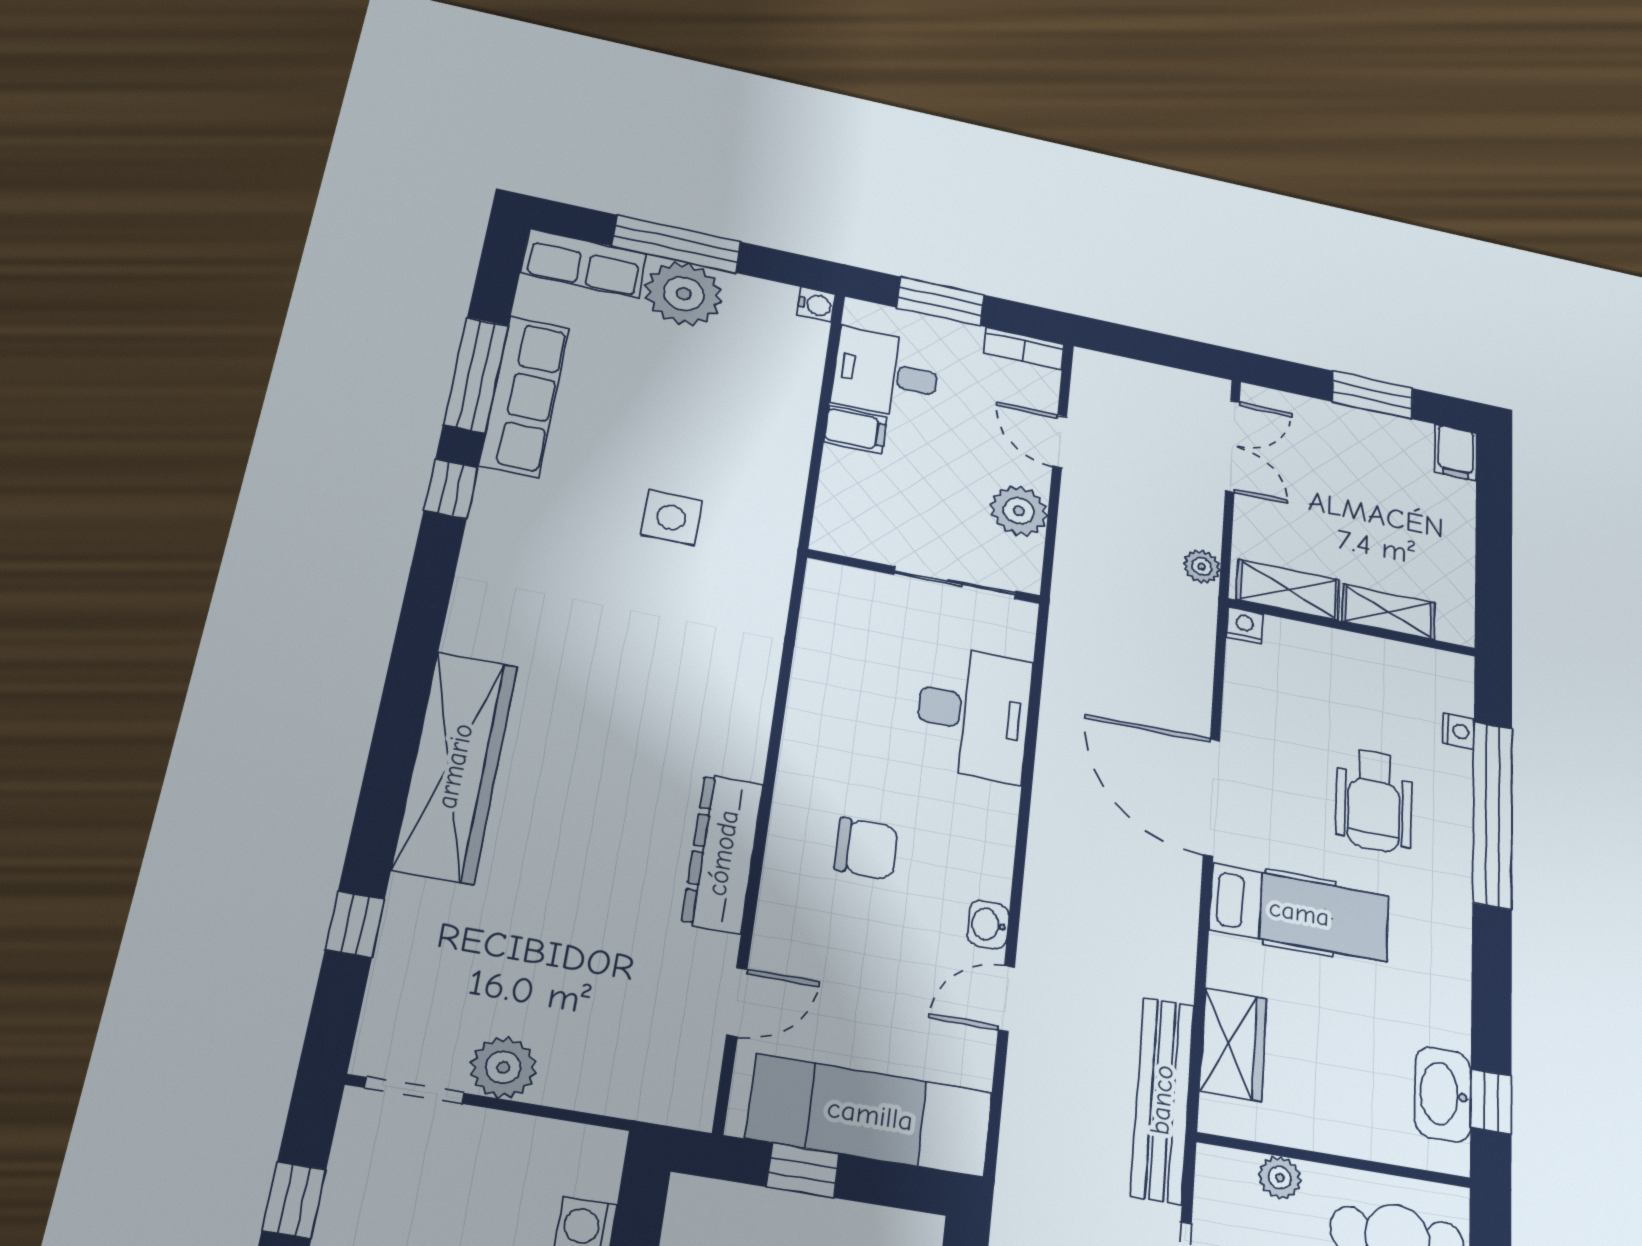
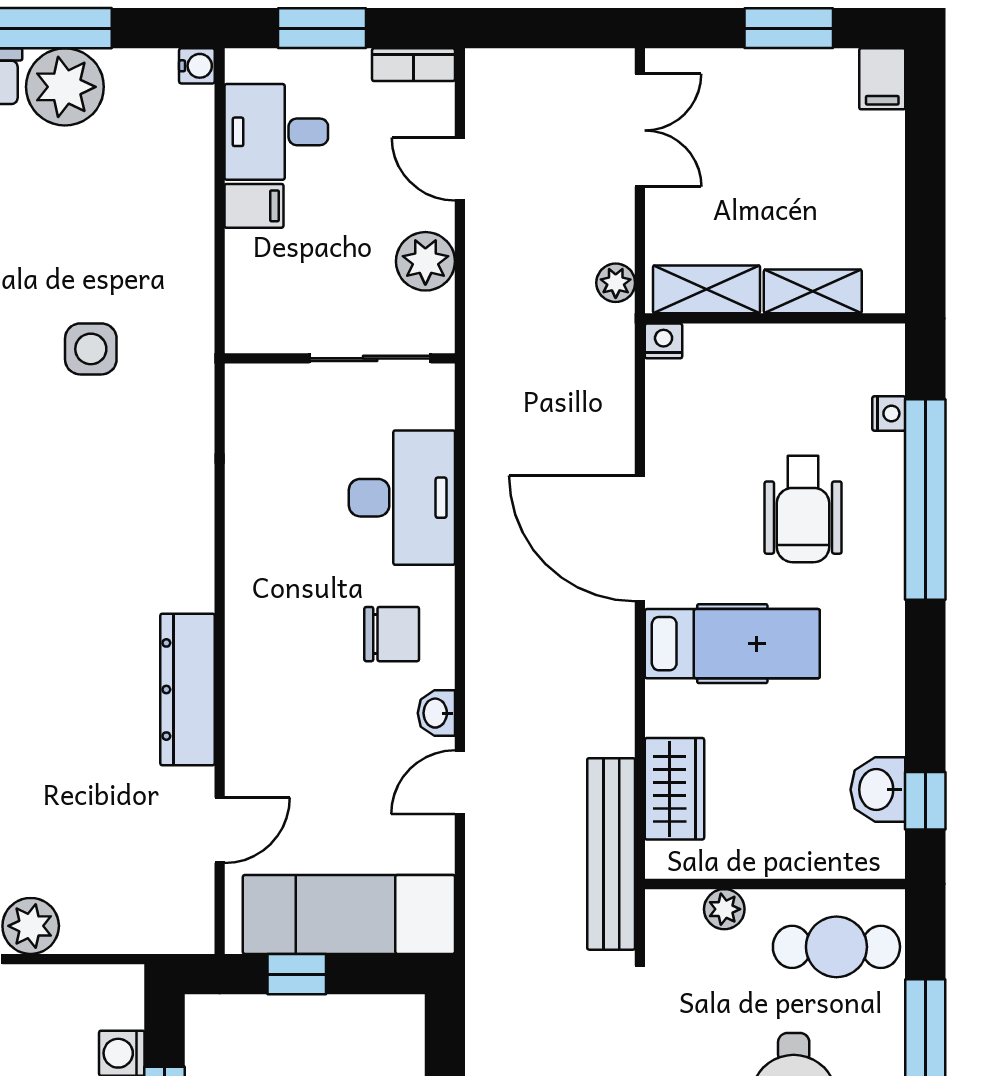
chair: (866, 848) -> (392, 634), moved
washbasin: (1443, 1094) -> (878, 790), width x0.72

